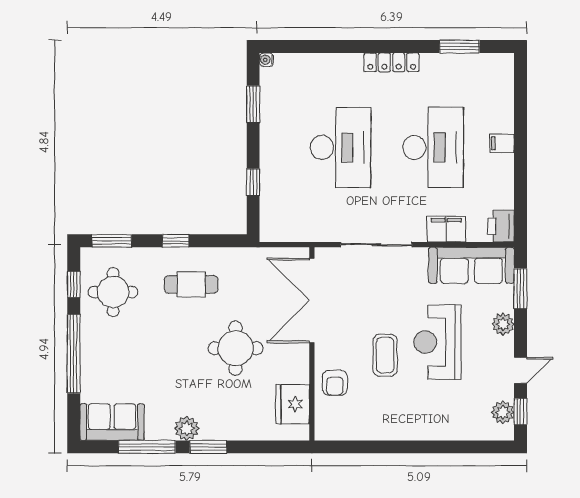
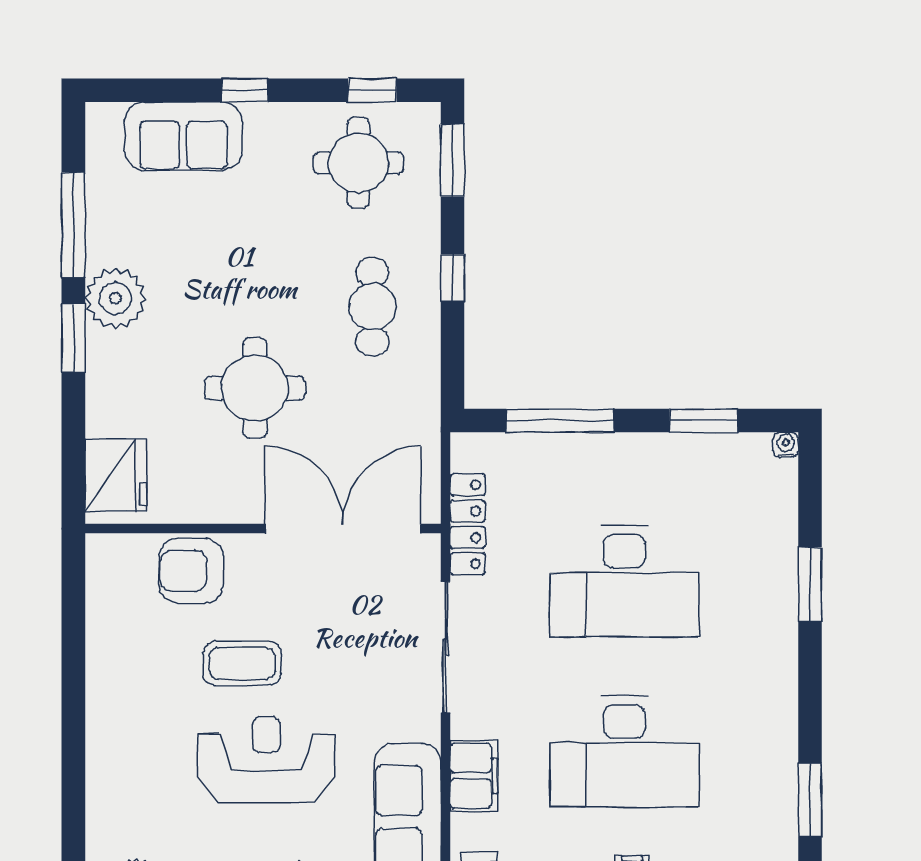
window: (342, 47) -> (810, 585), added
locker: (392, 62) -> (468, 524), moved, turned 180
window: (253, 182) -> (560, 421), width x2.17
window: (74, 354) -> (245, 90), width x0.32
armchair: (335, 383) -> (191, 571), width x1.38, depth x1.38
fridge: (293, 404) -> (116, 475), moved, turned 90
sofa: (112, 422) -> (183, 136), moved, turned 90
plant: (187, 428) -> (115, 298), width x1.36, depth x1.36

